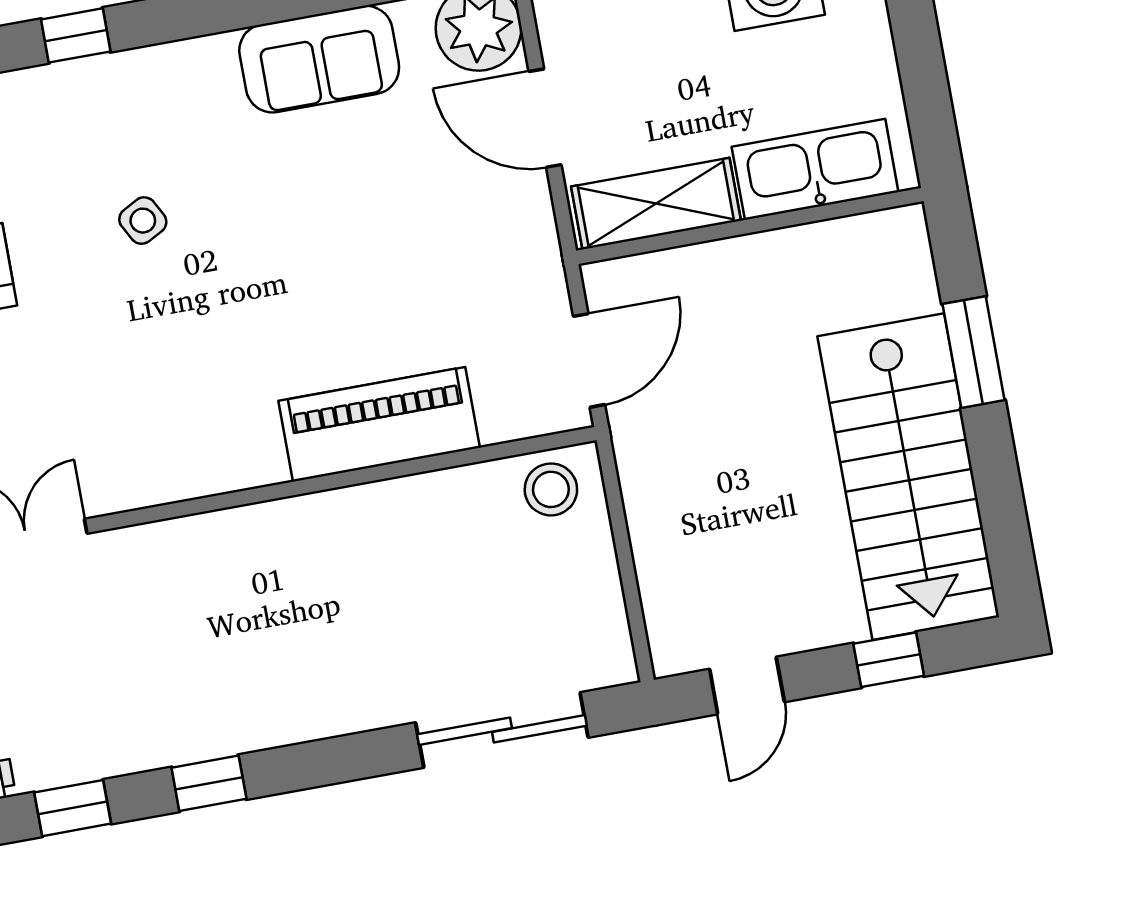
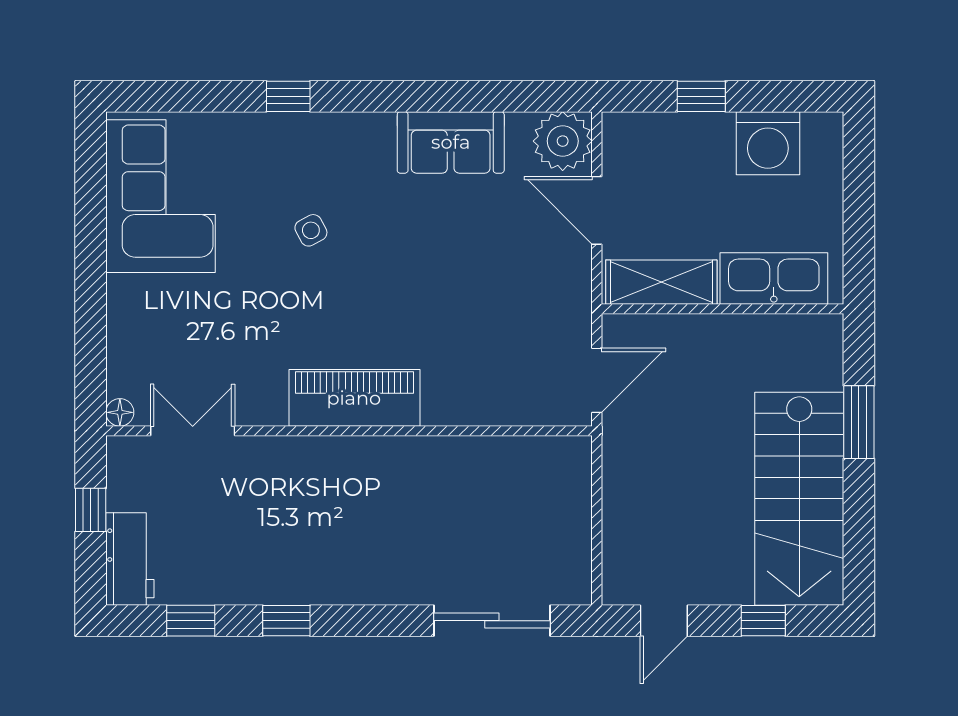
piano: (379, 424) -> (354, 398), moved
stool: (551, 489) -> (555, 463), removed

